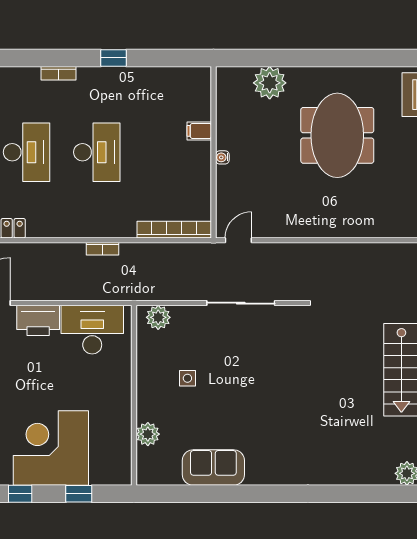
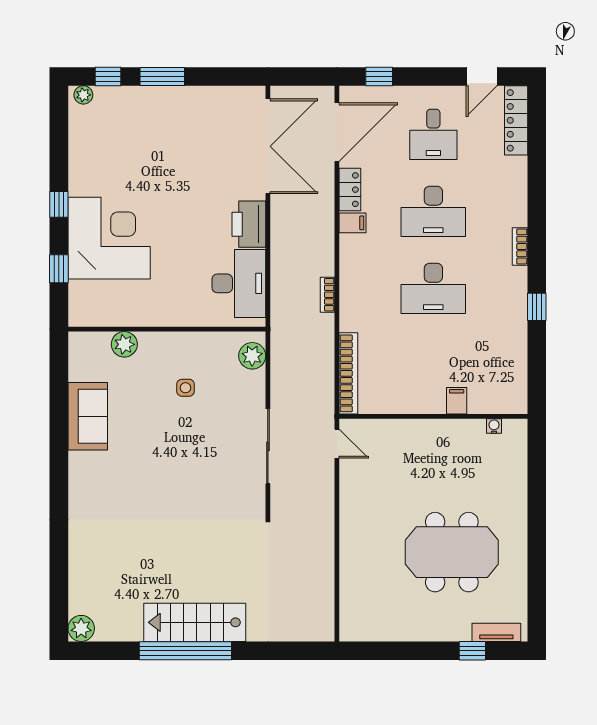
plant: (270, 83) -> (509, 478), removed
water cooler: (222, 157) -> (494, 426), moved
filing cabinet: (37, 226) -> (353, 223), added

